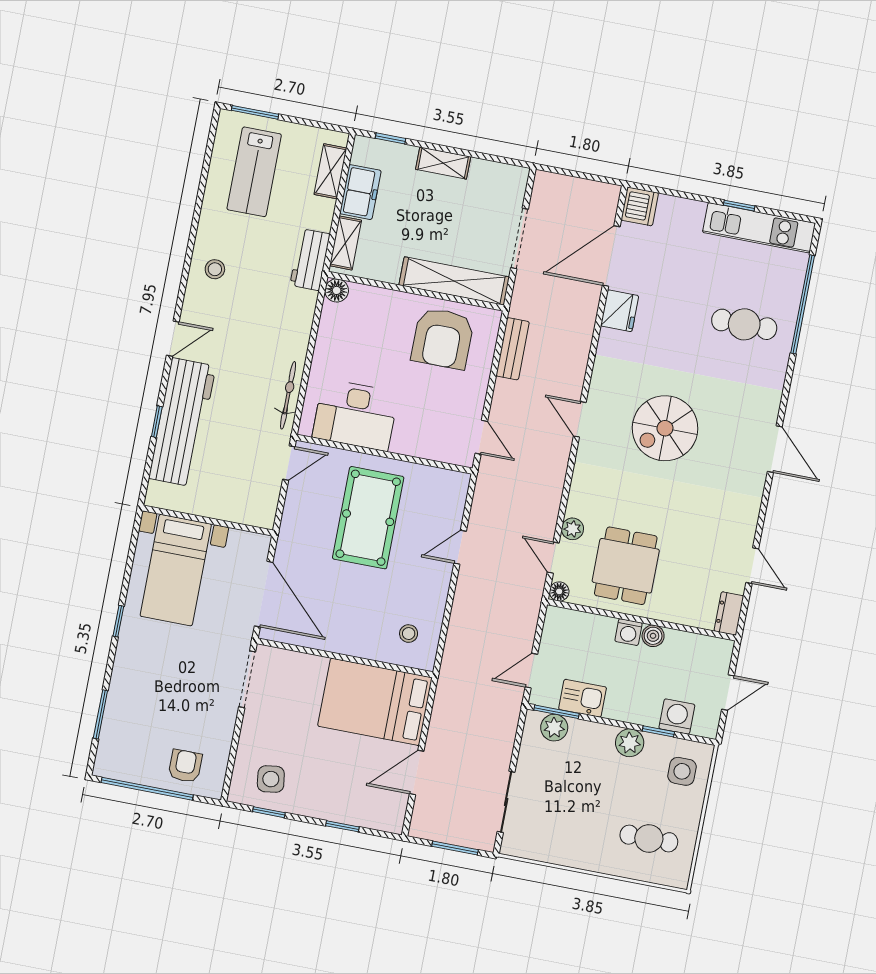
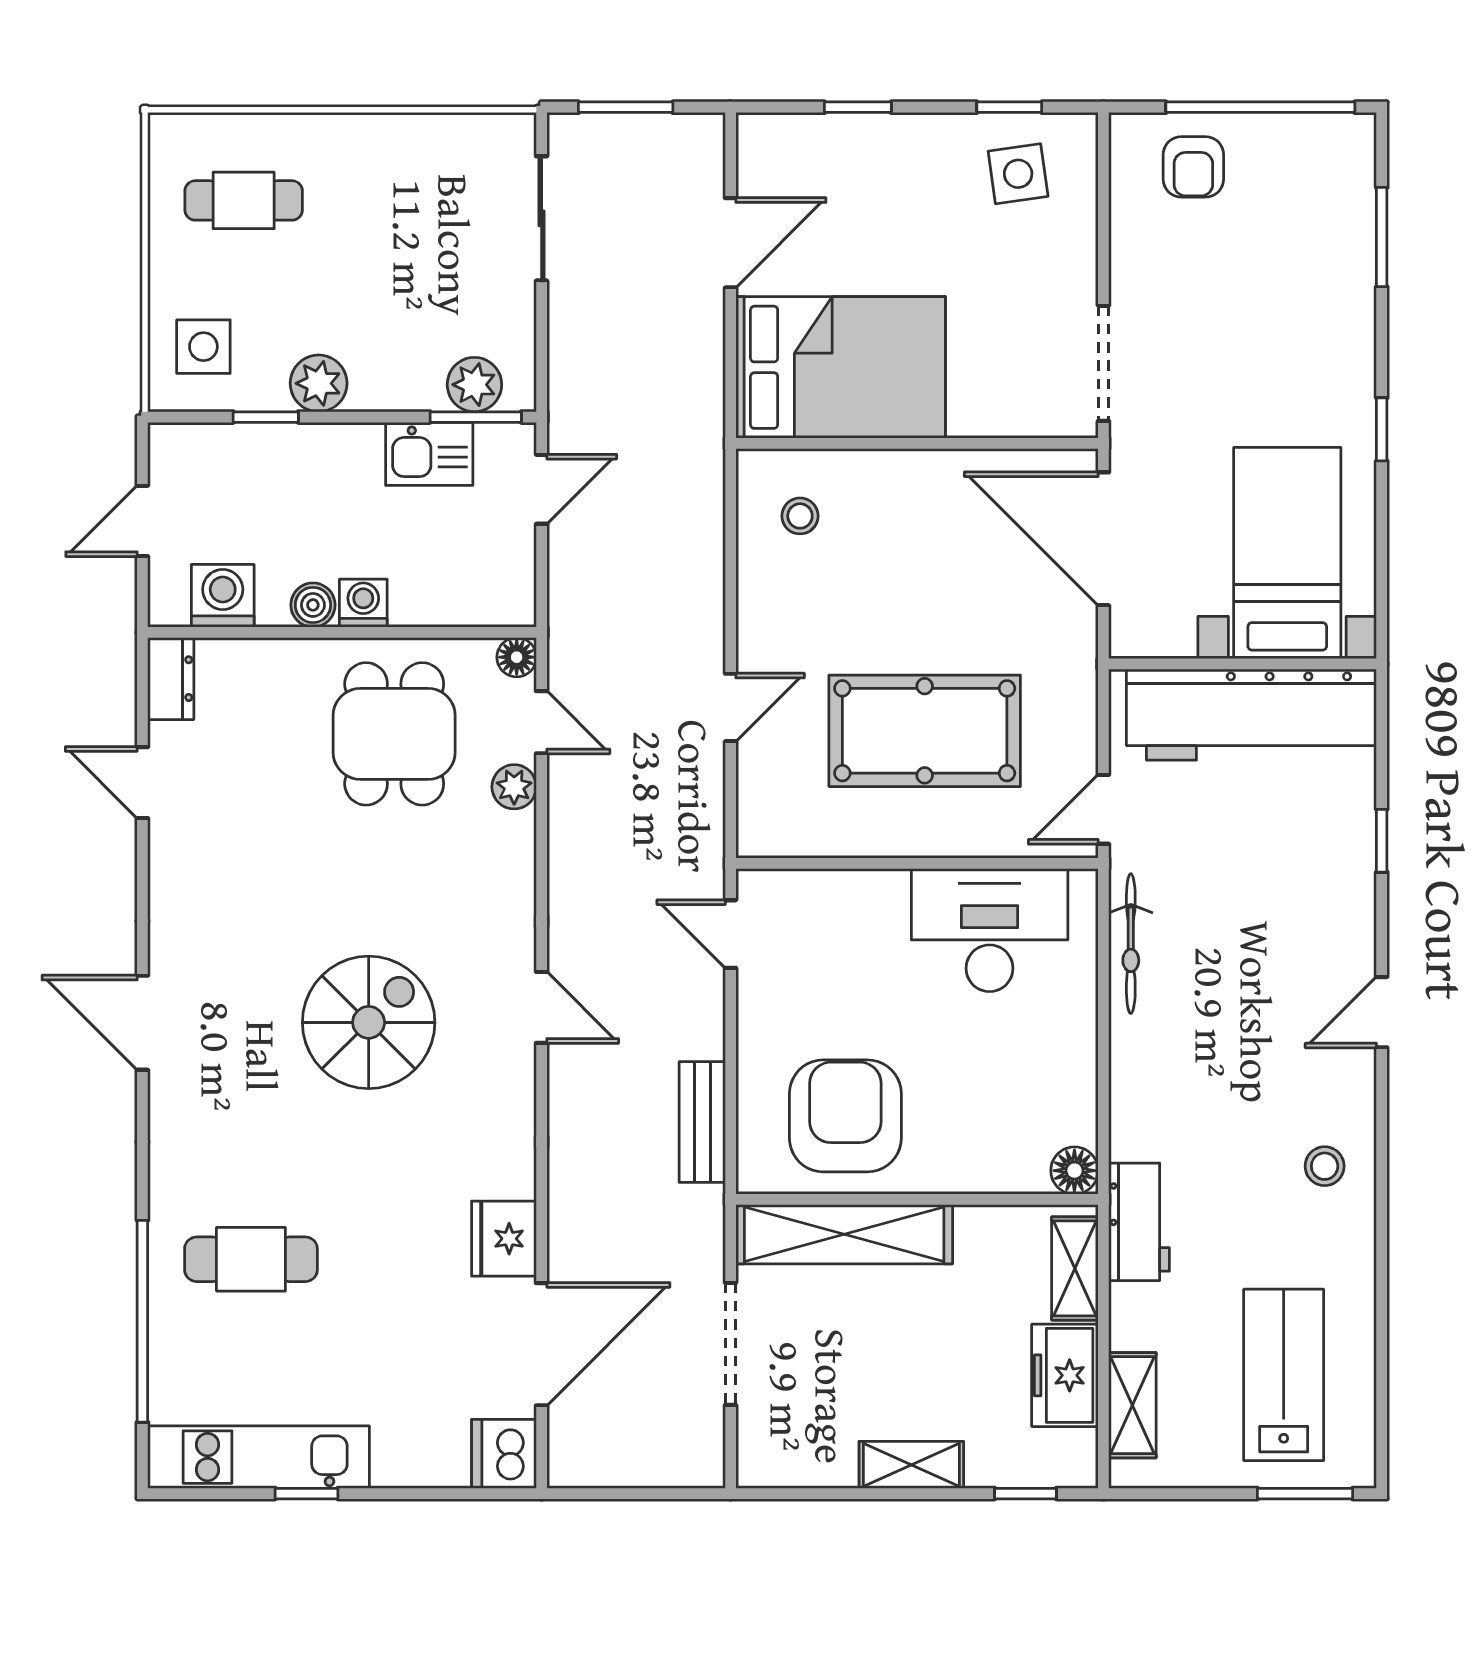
workbench: (182, 422) -> (1251, 715), moved, turned -90
pool table: (368, 518) -> (925, 731), turned 90
washing machine: (677, 717) -> (223, 596), moved, turned 180

